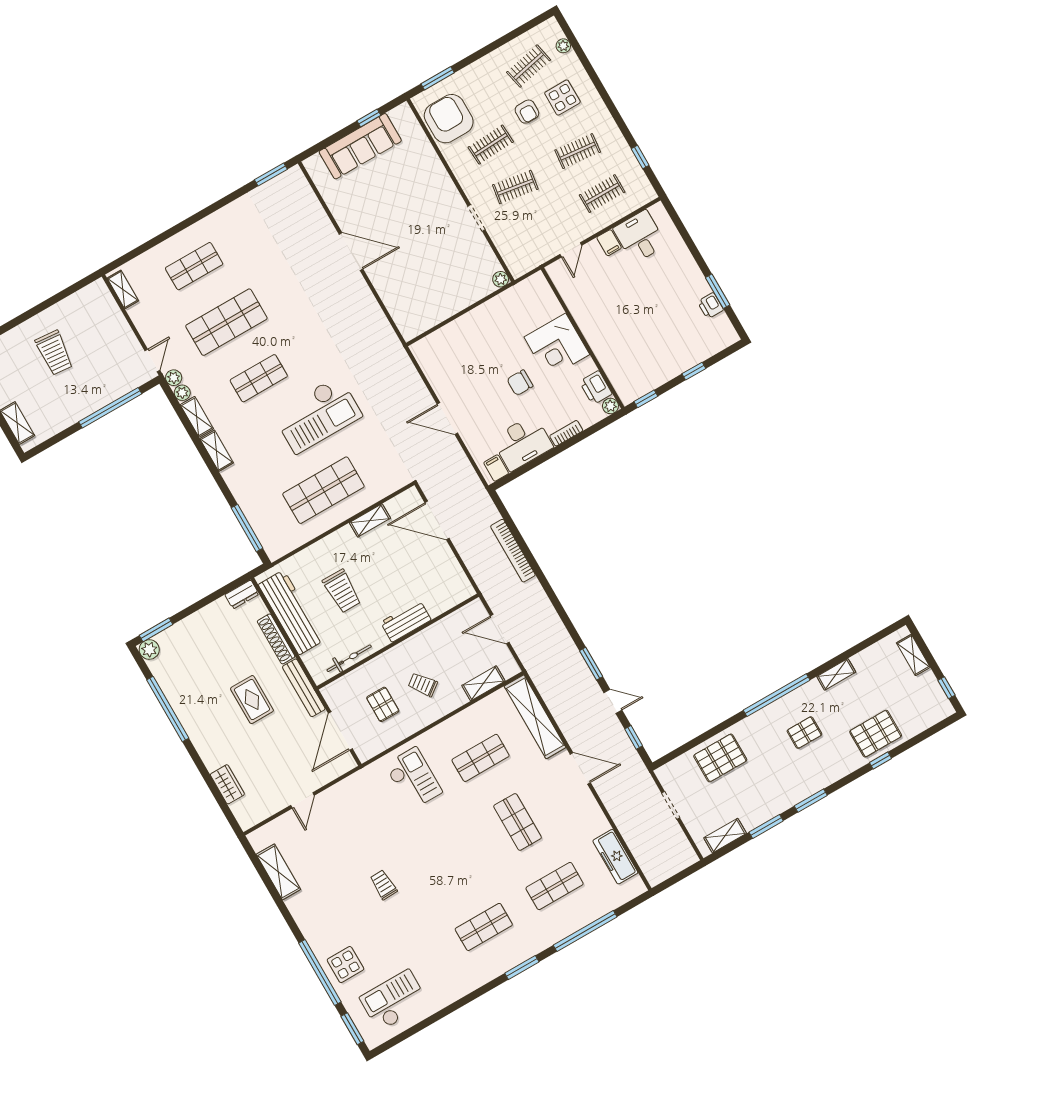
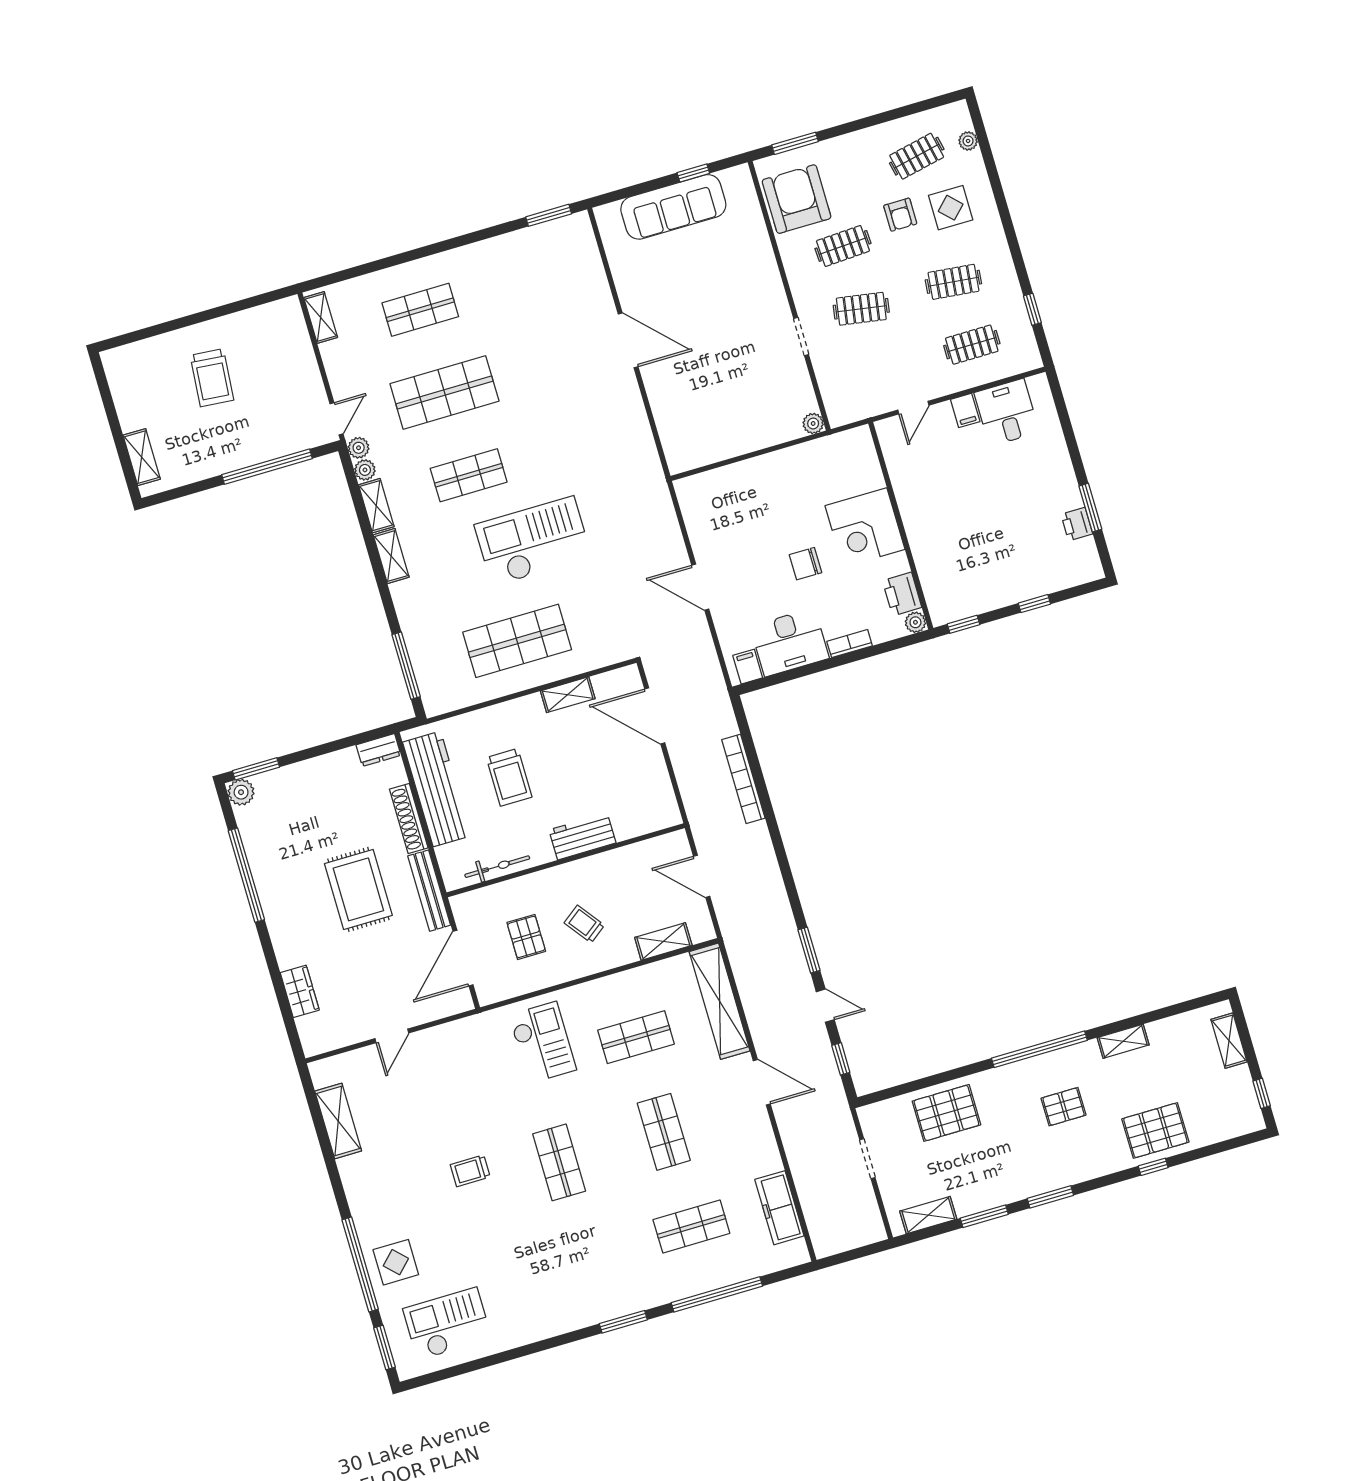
checkout: (317, 415) -> (533, 541), turned 180
rug: (252, 700) -> (358, 889), width x1.36, depth x1.43
trolley: (383, 885) -> (470, 1171), turned -88
shop shelf: (484, 927) -> (559, 1162), moved, turned 90

